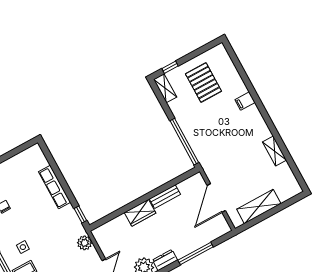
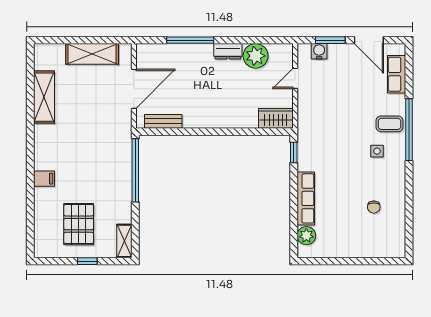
window: (170, 67) -> (87, 261), moved
shelving: (275, 151) -> (44, 97), width x1.50, depth x1.33
bench: (165, 197) -> (163, 121), moved
wardrobe: (140, 213) -> (276, 118), moved
plant: (85, 243) -> (306, 236), moved

